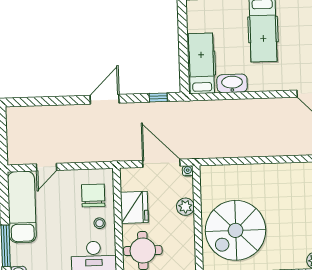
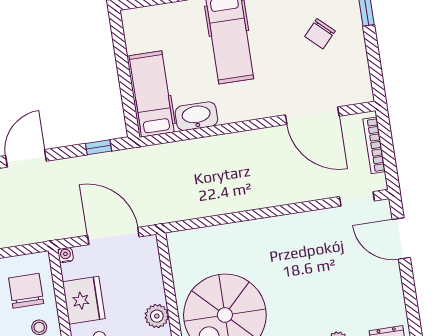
water cooler: (188, 171) -> (66, 255), moved
plant: (185, 207) -> (157, 316), moved

